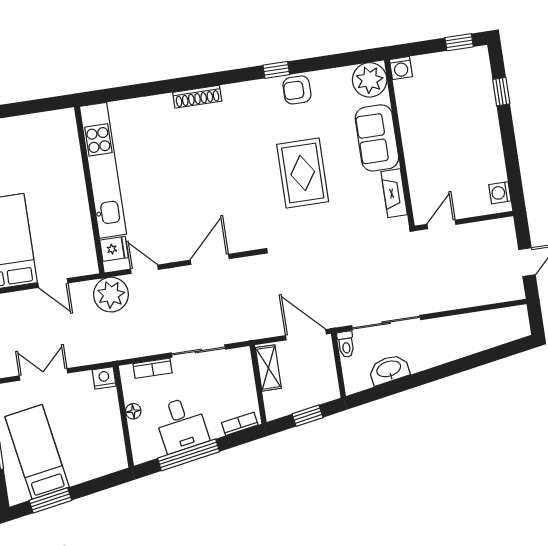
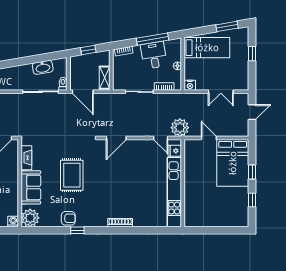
door: (210, 259) -> (116, 138), moved
bed: (37, 452) -> (207, 48), moved, turned -80

